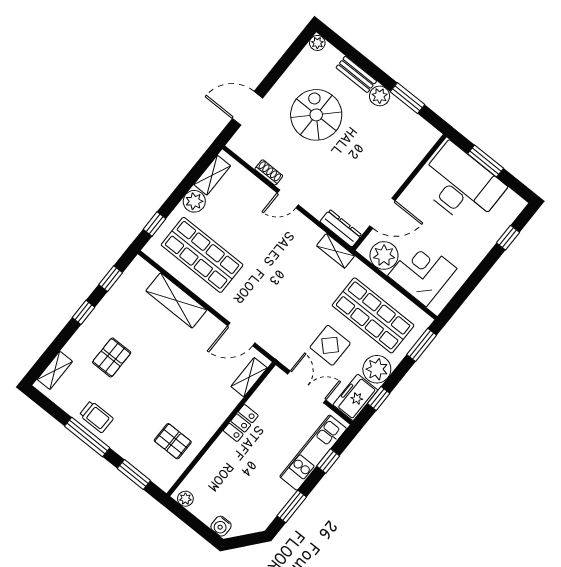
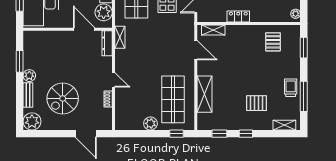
plant: (317, 43) -> (32, 121), width x1.88, depth x1.88
shelving: (212, 175) -> (131, 125), removed
window: (87, 437) -> (304, 96), moved

